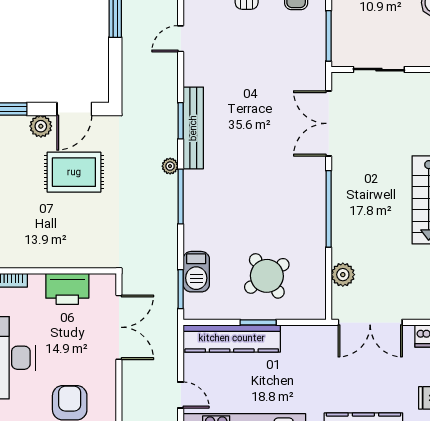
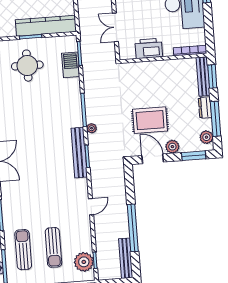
door: (74, 109) -> (153, 159), hinge flipped
round table: (267, 276) -> (27, 66), turned 35
double door: (119, 327) -> (115, 27), width x0.73

